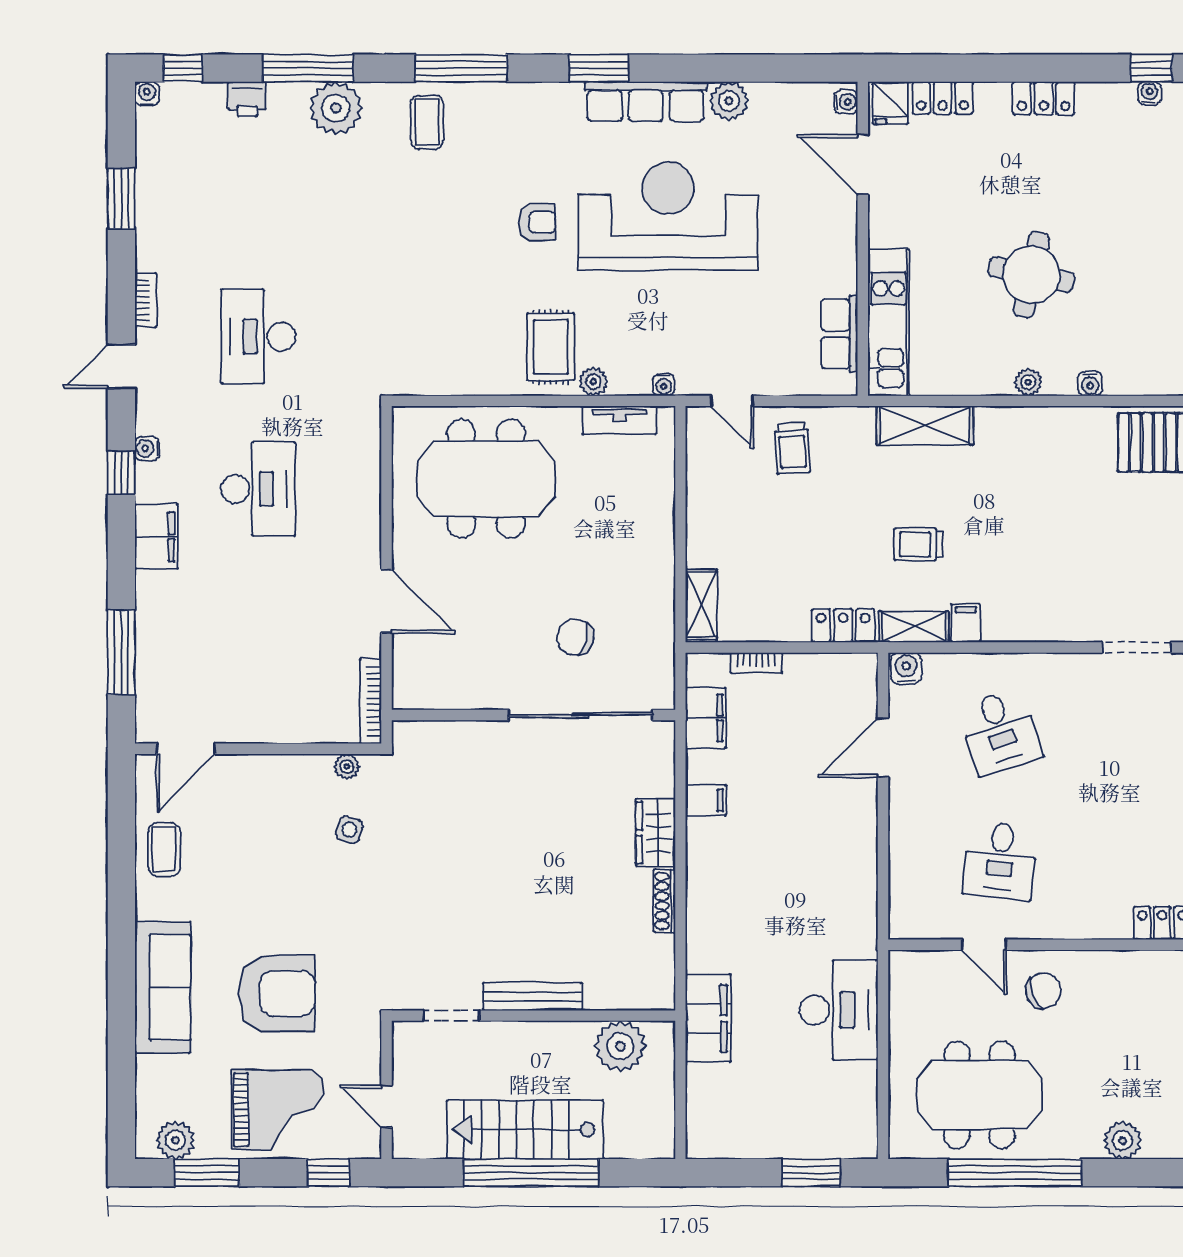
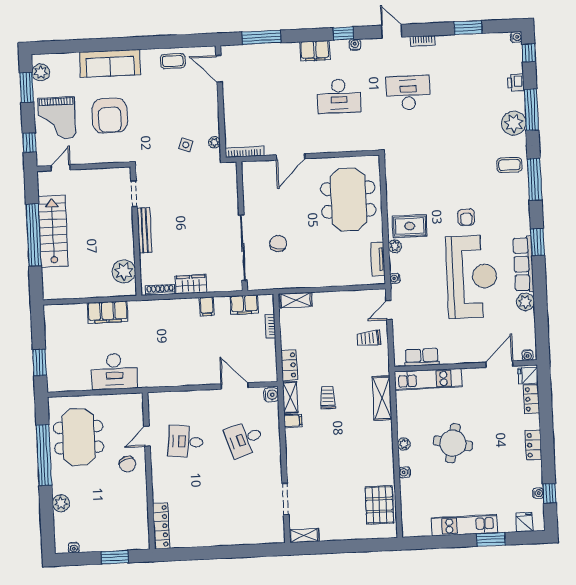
bench: (533, 997) -> (144, 230), moved
doorway: (451, 1016) -> (134, 194), moved
wall: (533, 1016) -> (136, 231), moved
plant: (620, 1046) -> (124, 271), moved

